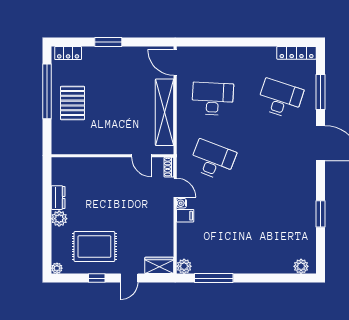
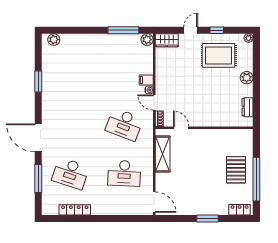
locker: (297, 53) -> (75, 210), moved
shelving: (165, 112) -> (163, 154), width x0.68
dresser: (58, 198) -> (248, 107), moved

